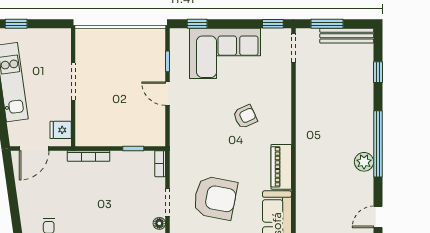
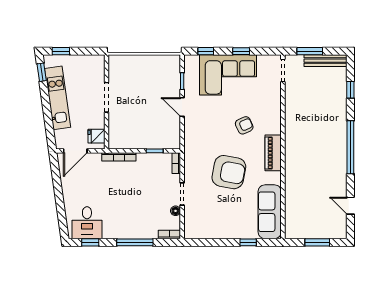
window: (273, 24) -> (241, 51), moved
plant: (364, 162) -> (339, 162), removed
piano: (281, 167) -> (273, 153), moved
armchair: (215, 198) -> (229, 172), moved
door: (378, 217) -> (350, 206), hinge flipped

